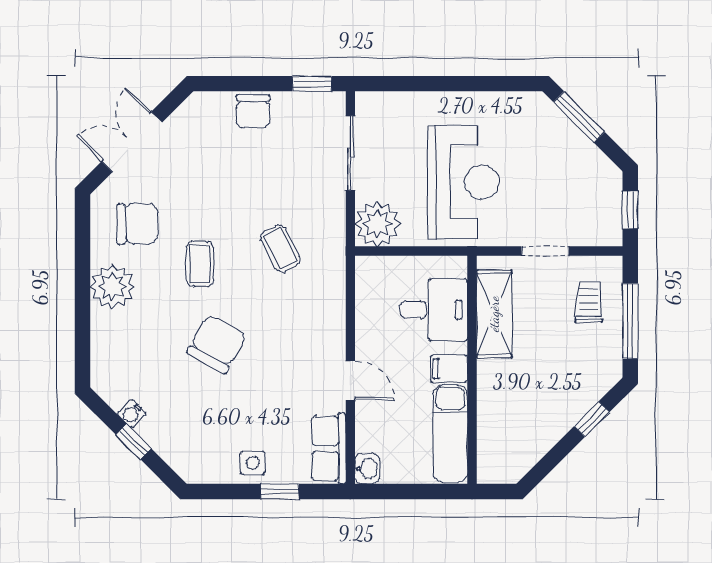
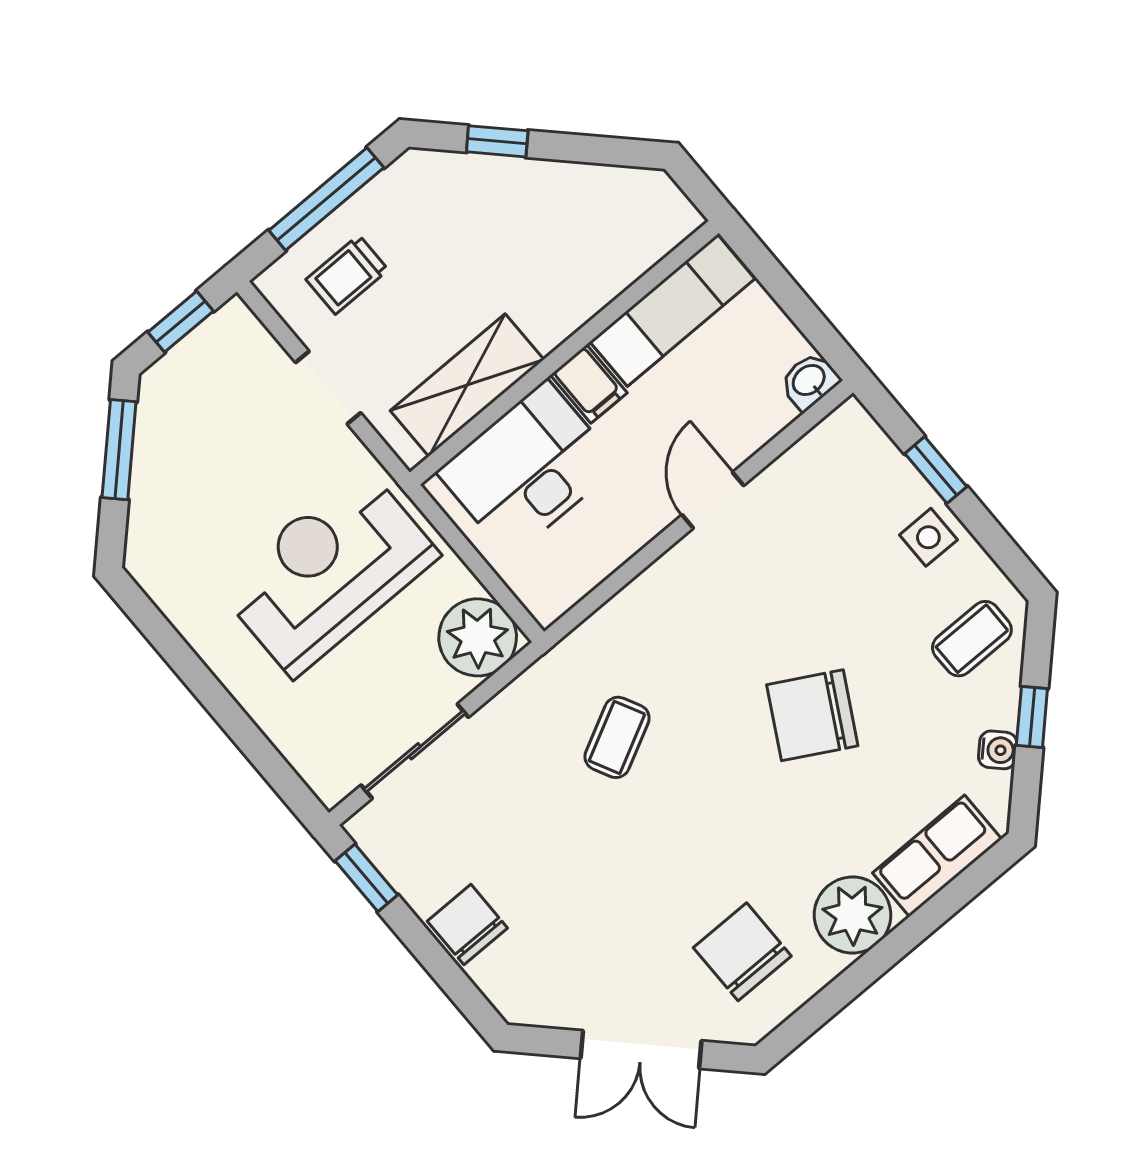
chair: (253, 111) -> (467, 925), turned -90
window: (579, 117) -> (119, 450), moved
coffee table: (200, 264) -> (972, 639), moved
desk: (434, 310) -> (528, 469), width x1.37
row of seats: (329, 449) -> (937, 856), moved, turned 180

